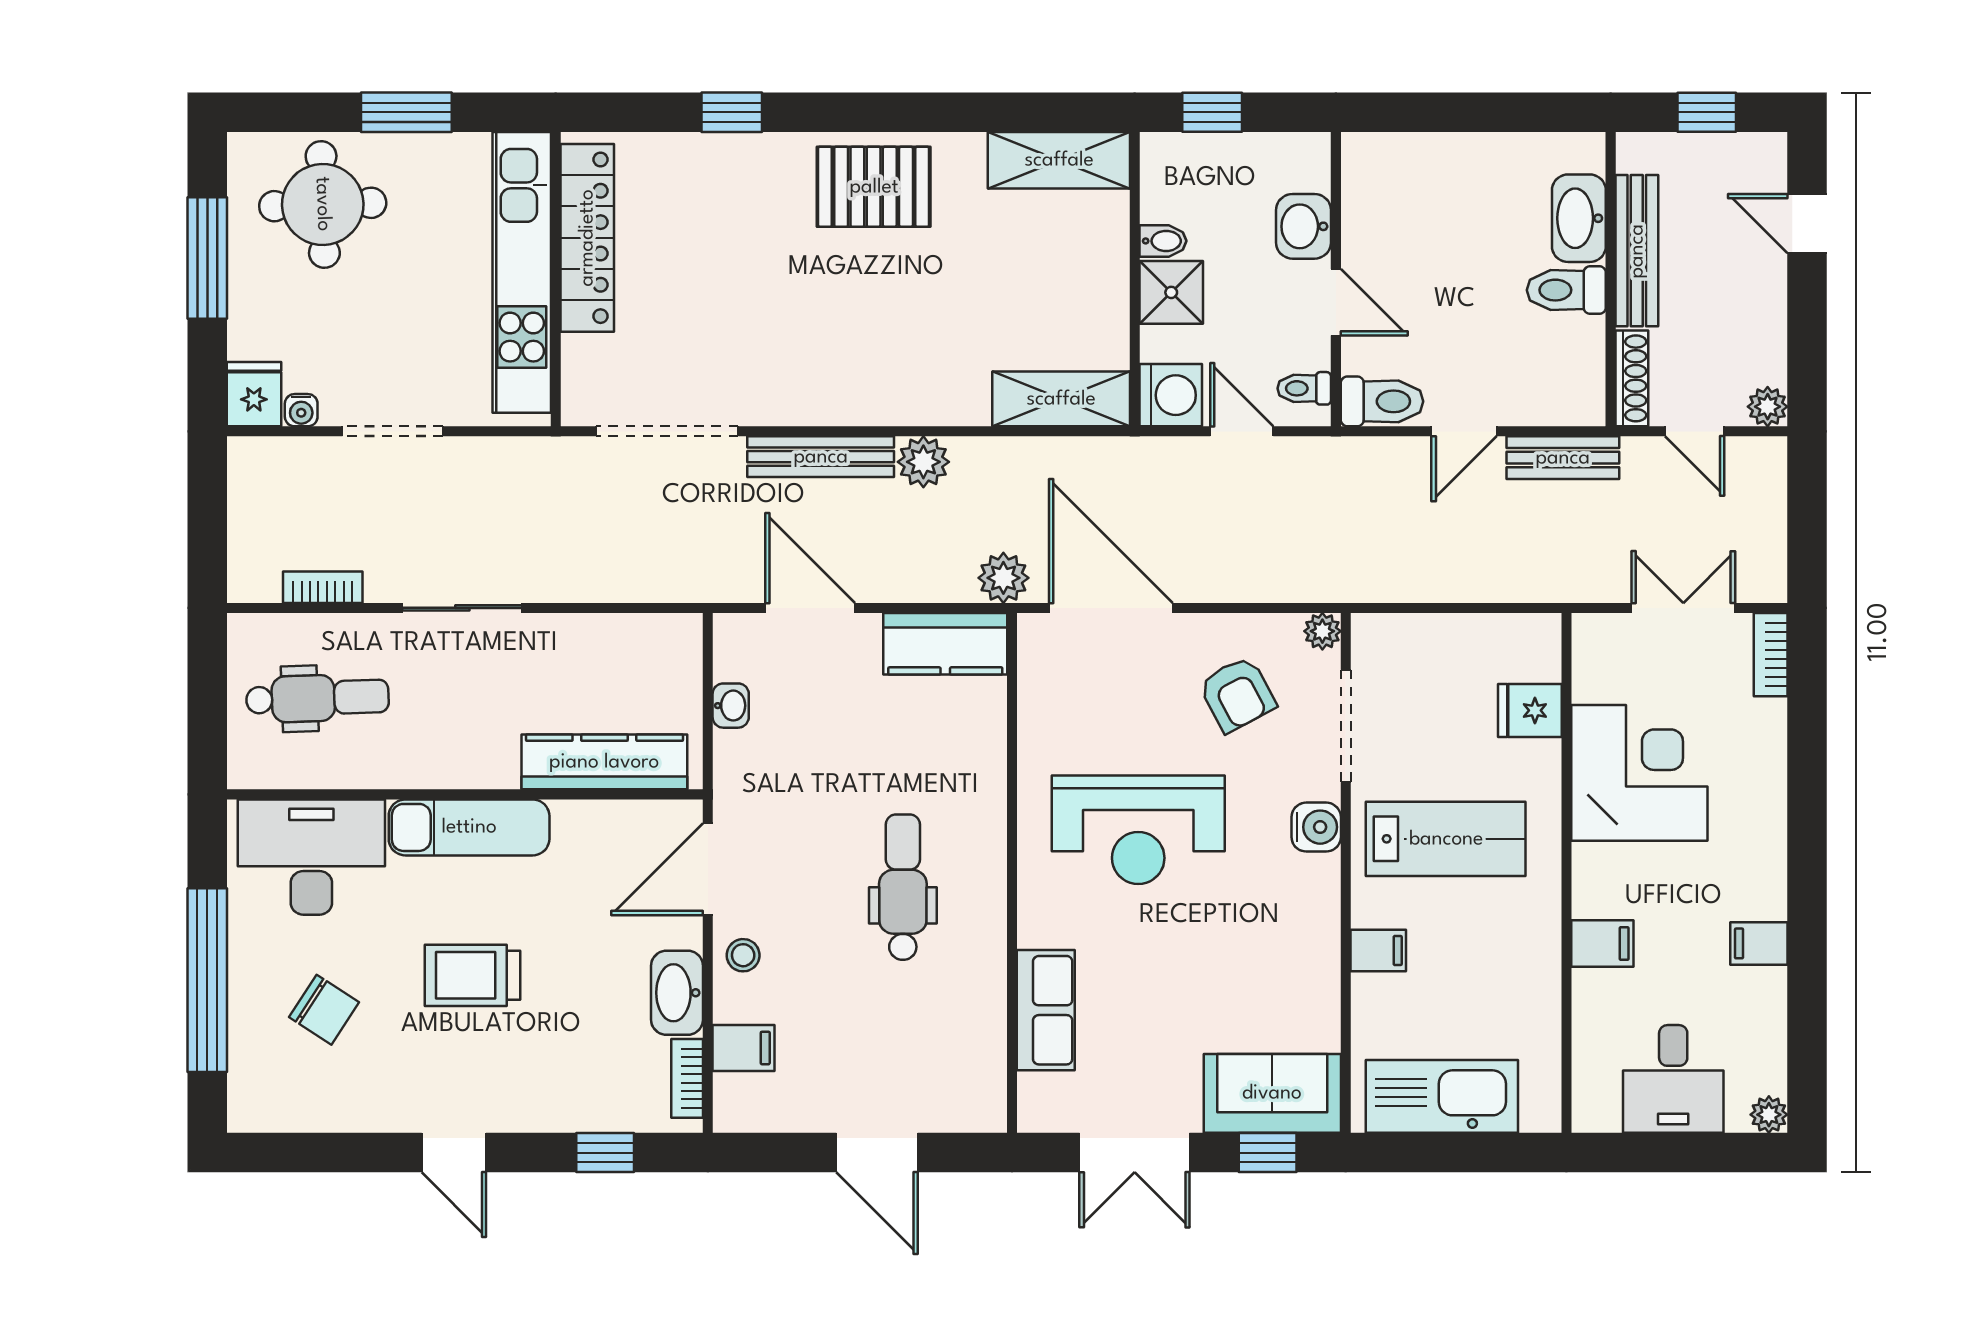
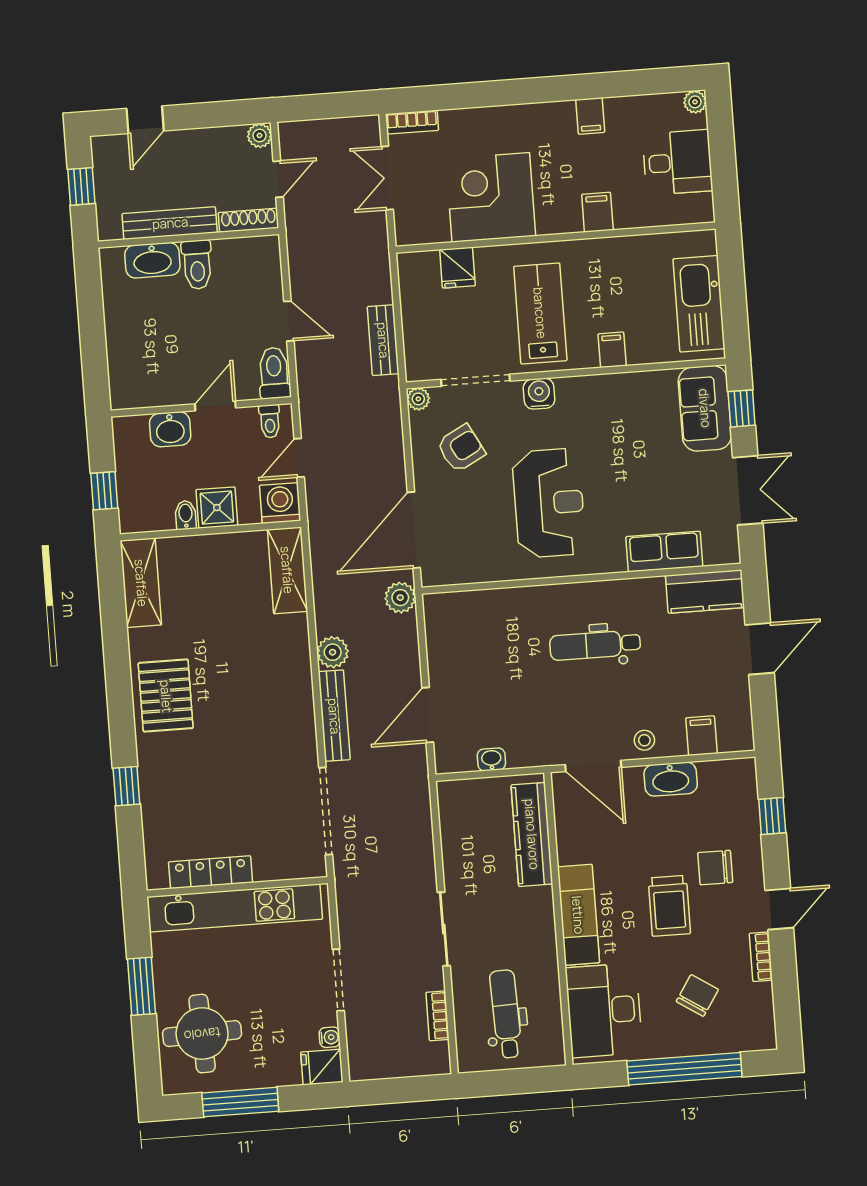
locker: (587, 238) -> (211, 872), width x0.71, depth x0.83
bench: (1563, 458) -> (383, 340), moved
kitchen counter: (945, 644) -> (705, 591), moved, turned 90
chair: (529, 1054) -> (715, 868), added
bookcase: (687, 1078) -> (761, 957), moved, turned 90

